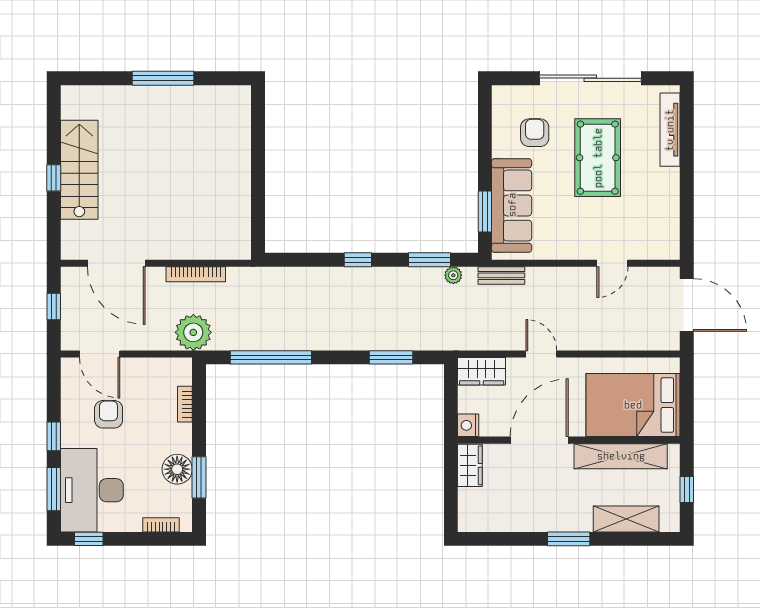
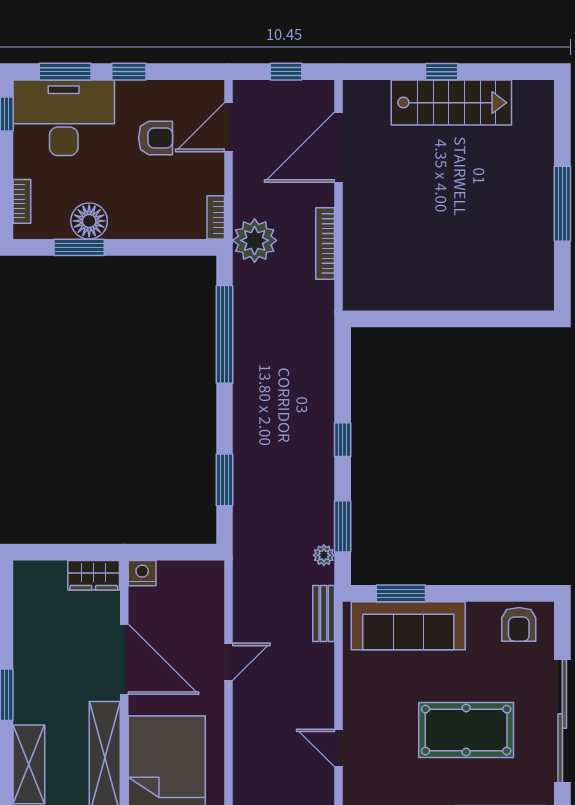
armchair: (535, 133) -> (519, 624), moved, turned 90
wardrobe: (482, 371) -> (208, 589), removed
bookcase: (185, 404) -> (216, 217), moved, turned -90

